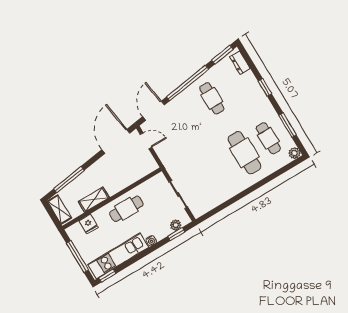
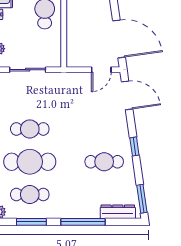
dresser: (240, 63) -> (118, 212), width x1.44
window: (188, 83) -> (134, 147), width x0.32
window: (265, 87) -> (83, 222), width x2.17
cafe table: (221, 167) -> (30, 129), added

